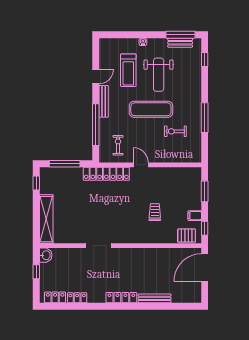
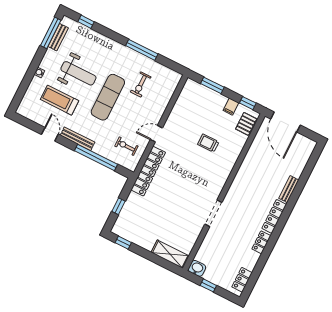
treadmill: (128, 70) -> (59, 100), turned 180
window: (65, 164) -> (119, 206), width x0.46
shelving: (46, 219) -> (170, 254), width x0.68
locker: (77, 298) -> (261, 242), moved
bench: (155, 298) -> (289, 189), width x0.73

